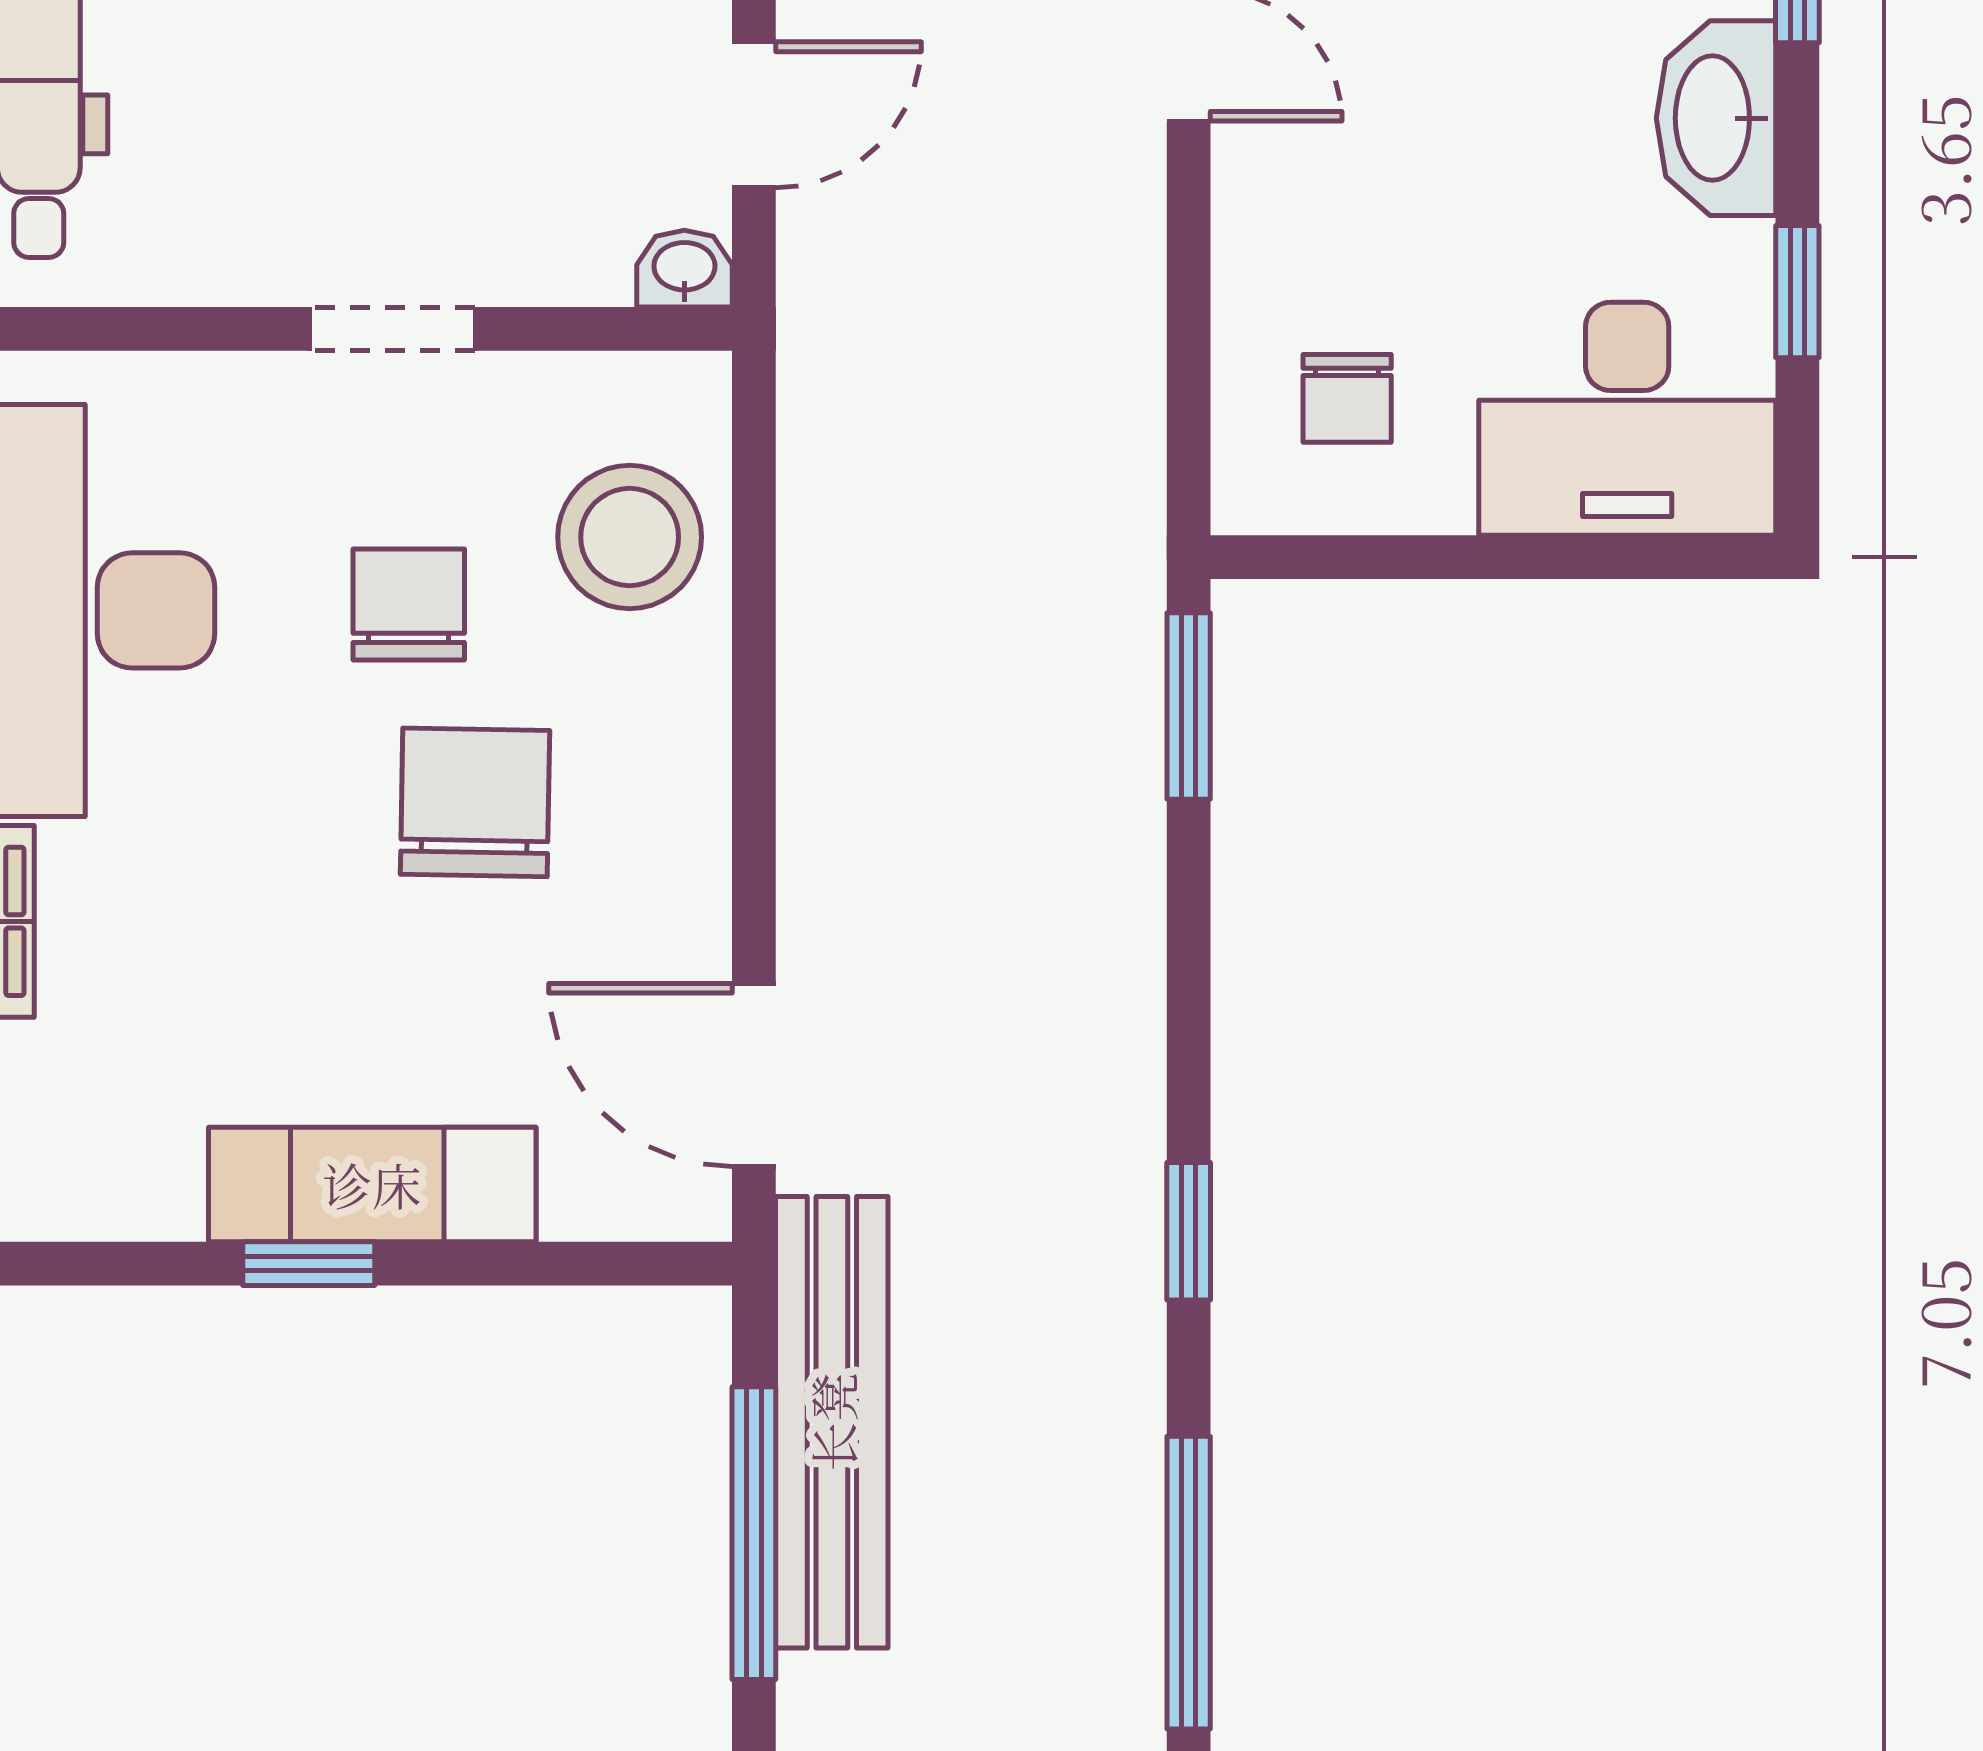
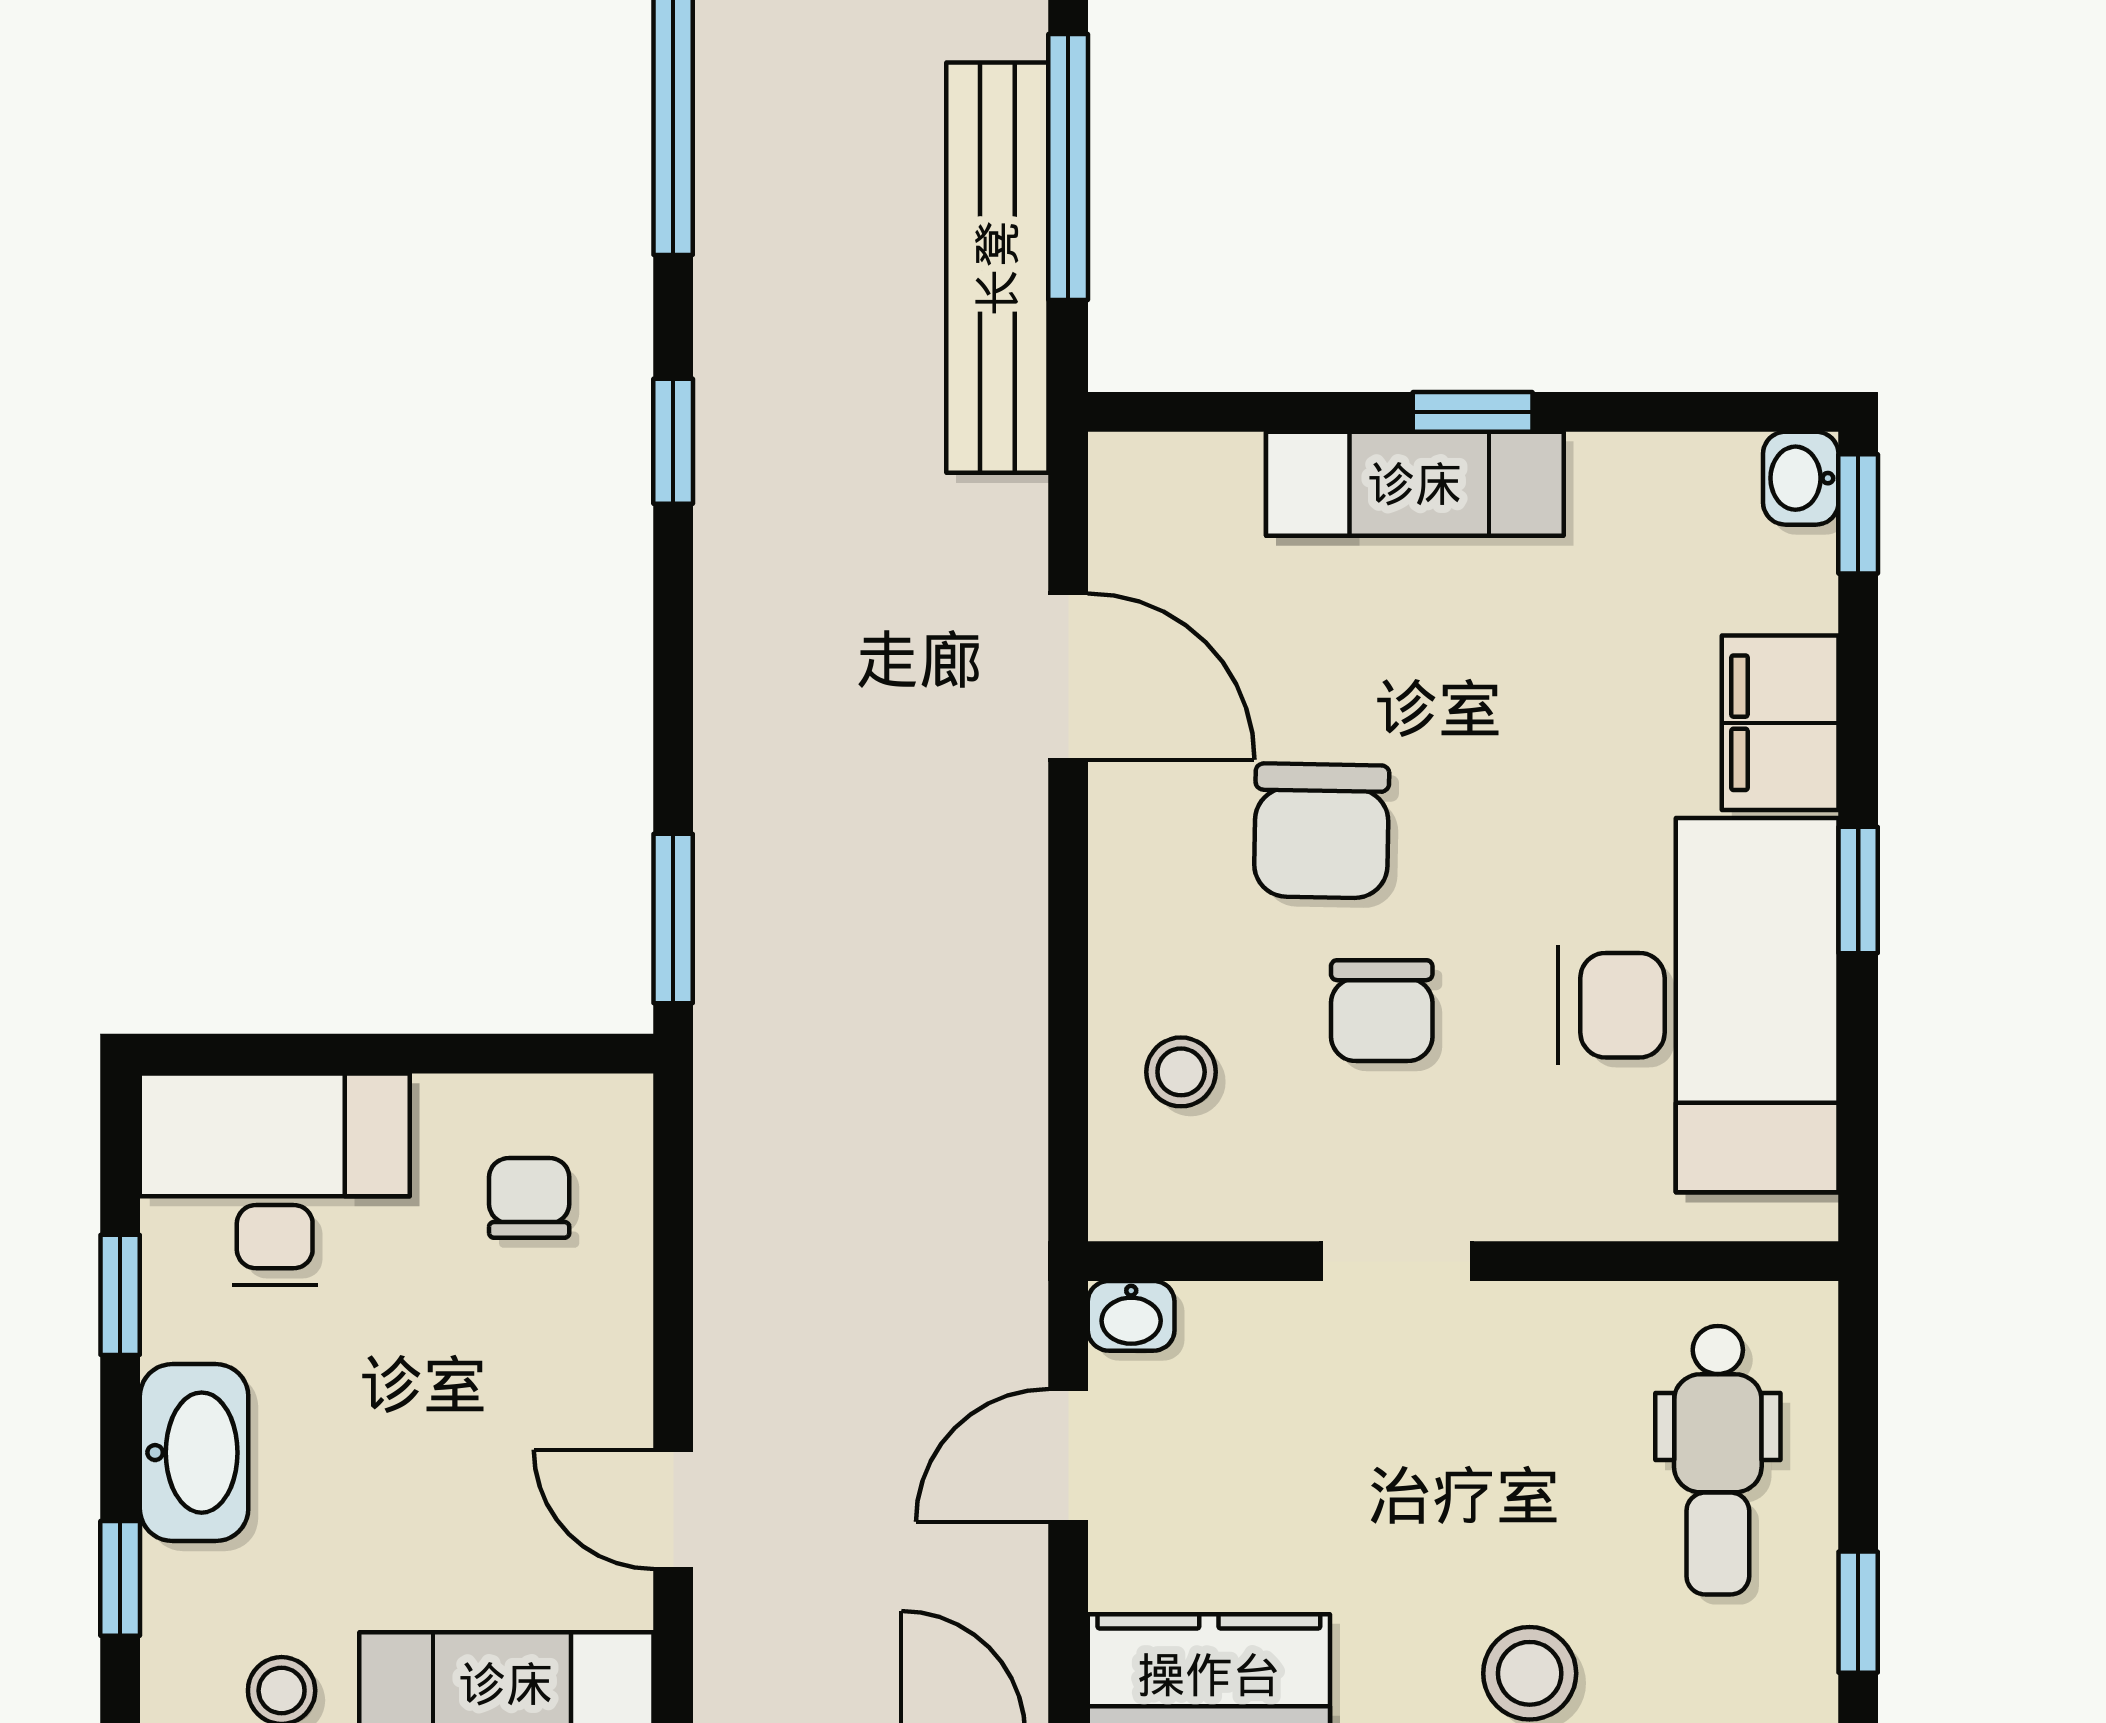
stool: (630, 537) -> (1181, 1072), width x0.53, depth x0.53
door: (754, 1075) -> (1068, 677), moved

